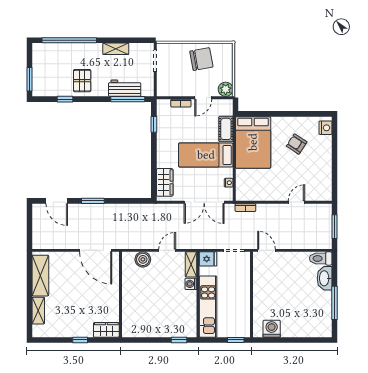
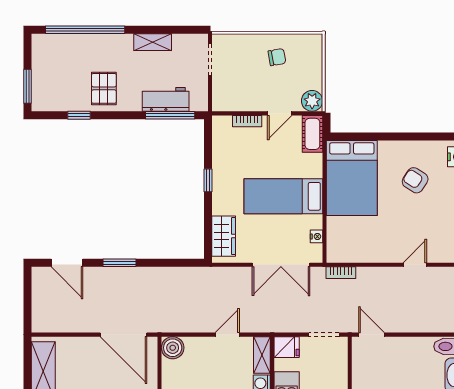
chair: (201, 59) -> (277, 57), width x0.54, depth x0.54
window: (154, 124) -> (208, 180), moved
cot: (226, 129) -> (312, 134), moved
boiler: (143, 259) -> (173, 348), moved

